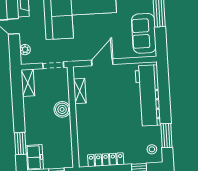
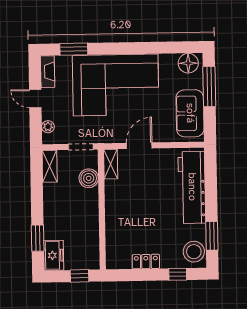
shelving: (80, 91) -> (111, 164), moved
boiler: (62, 109) -> (89, 178), moved
stool: (152, 149) -> (194, 252), width x1.89, depth x1.89
locker: (106, 160) -> (146, 262), width x0.66

